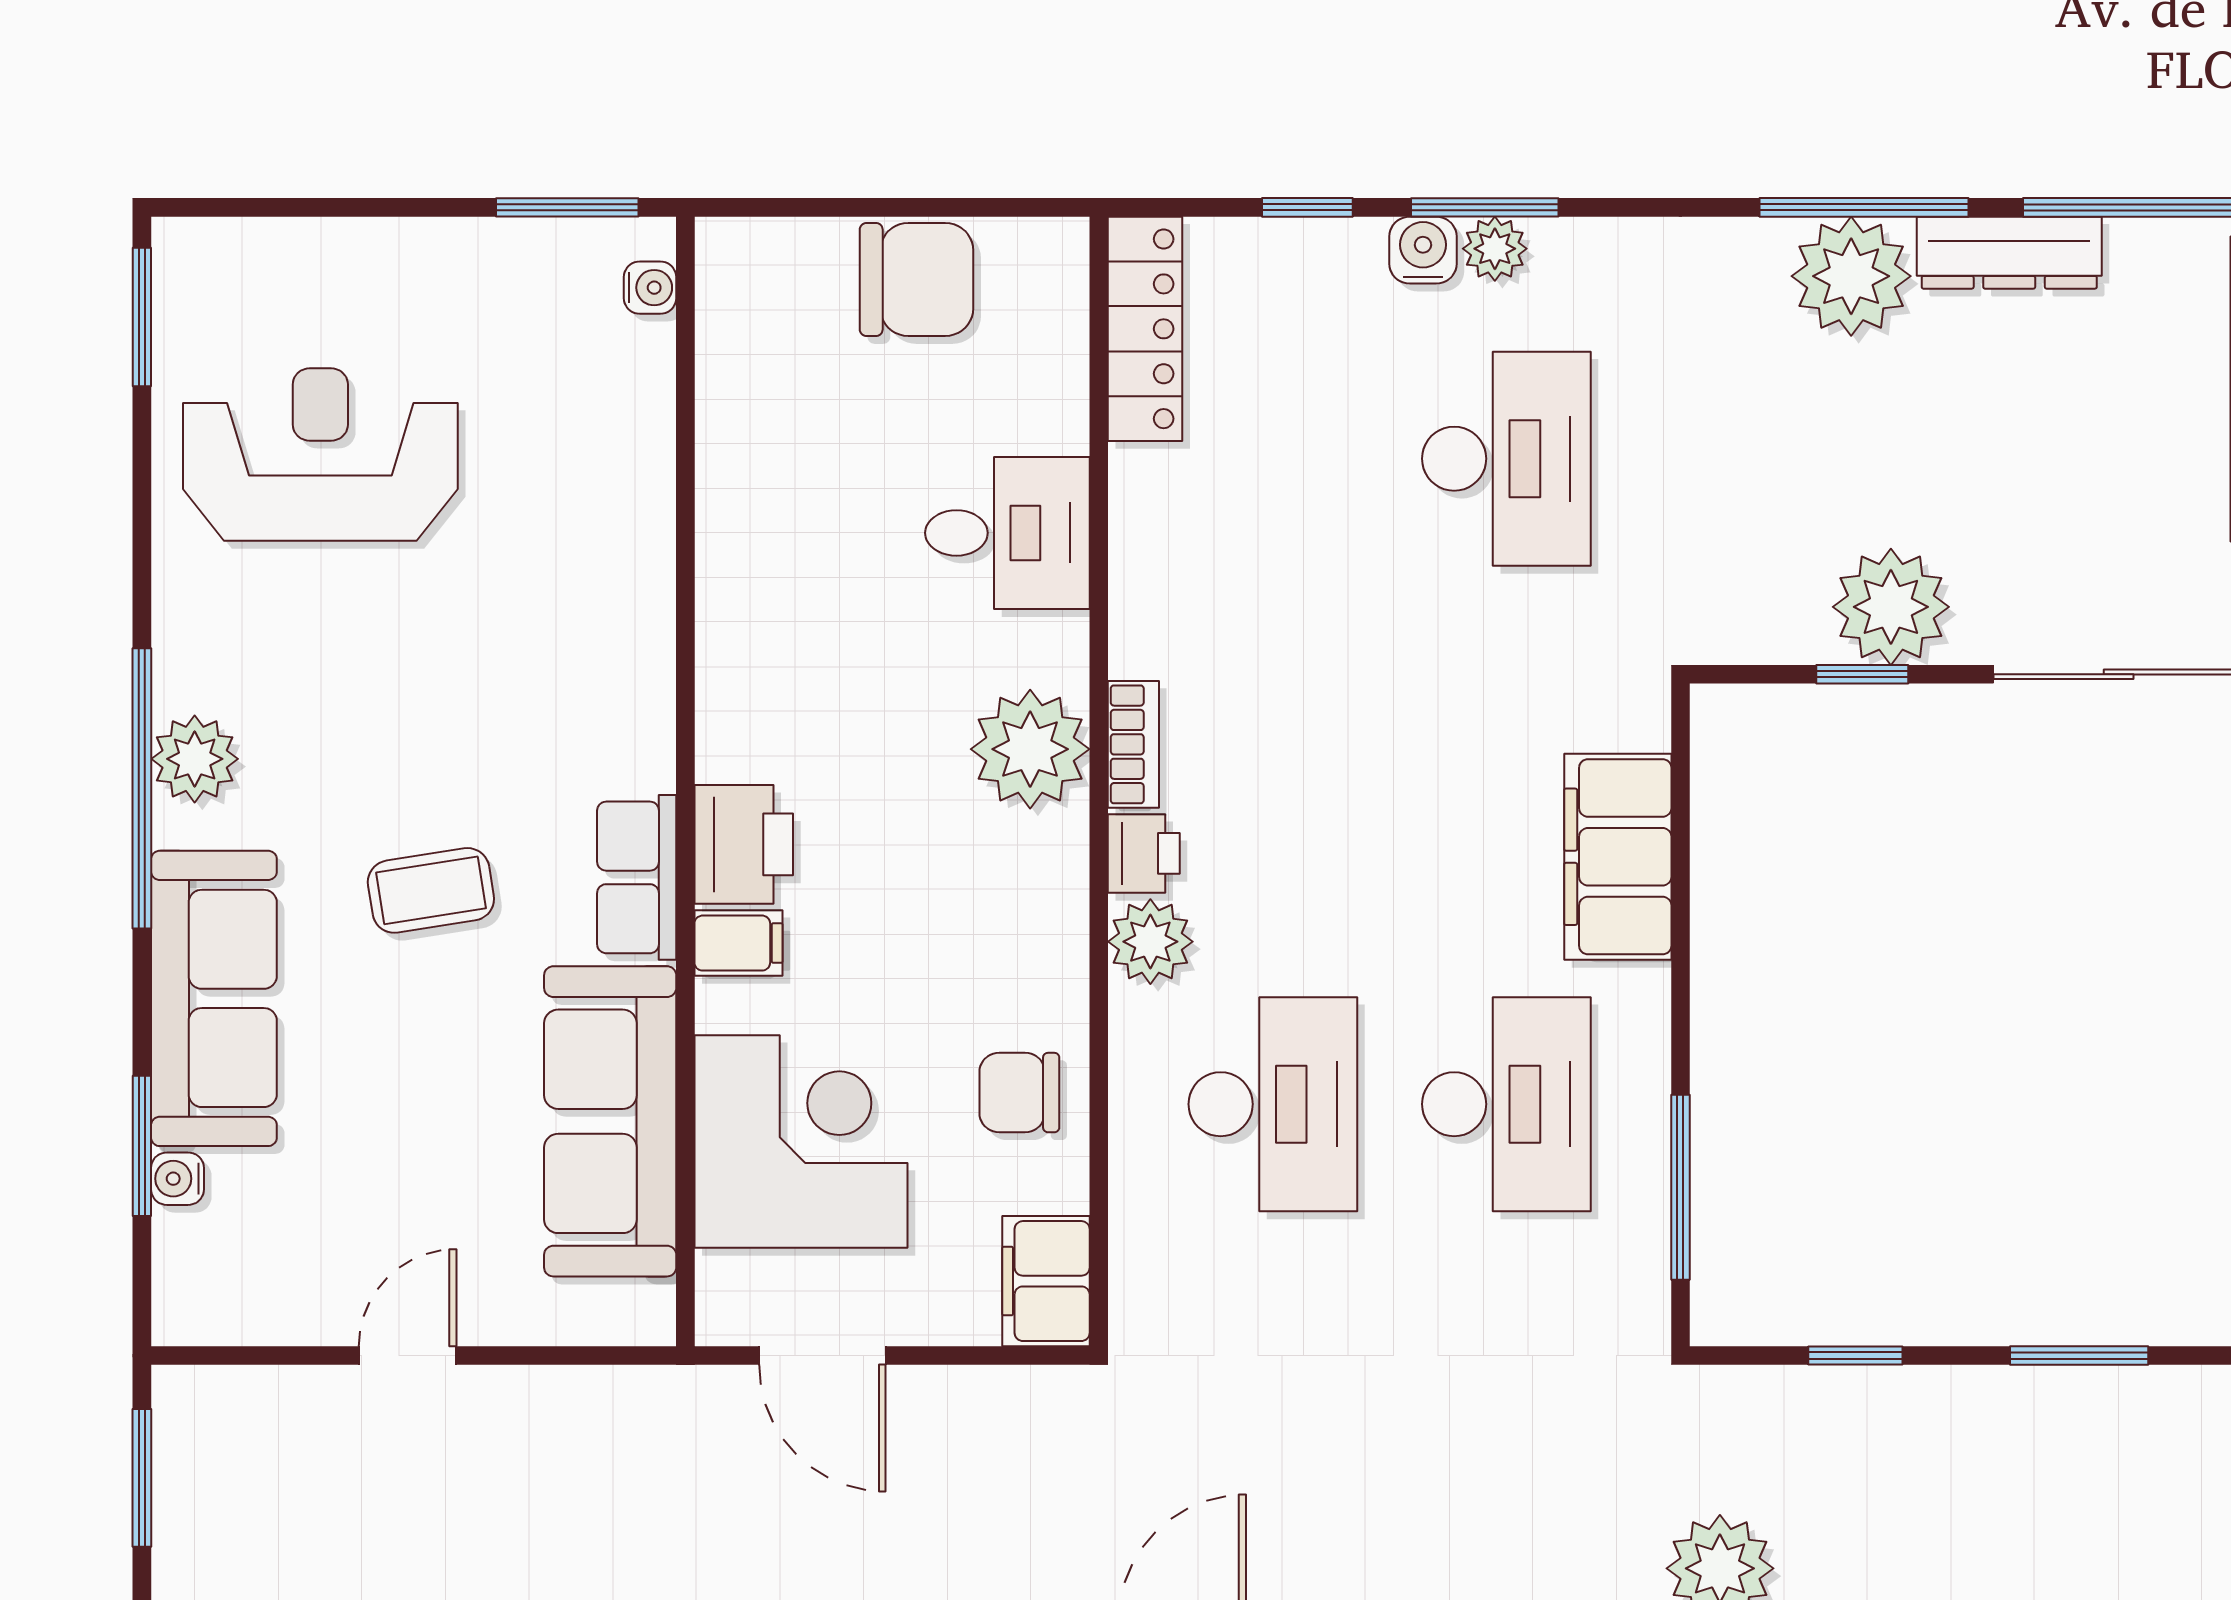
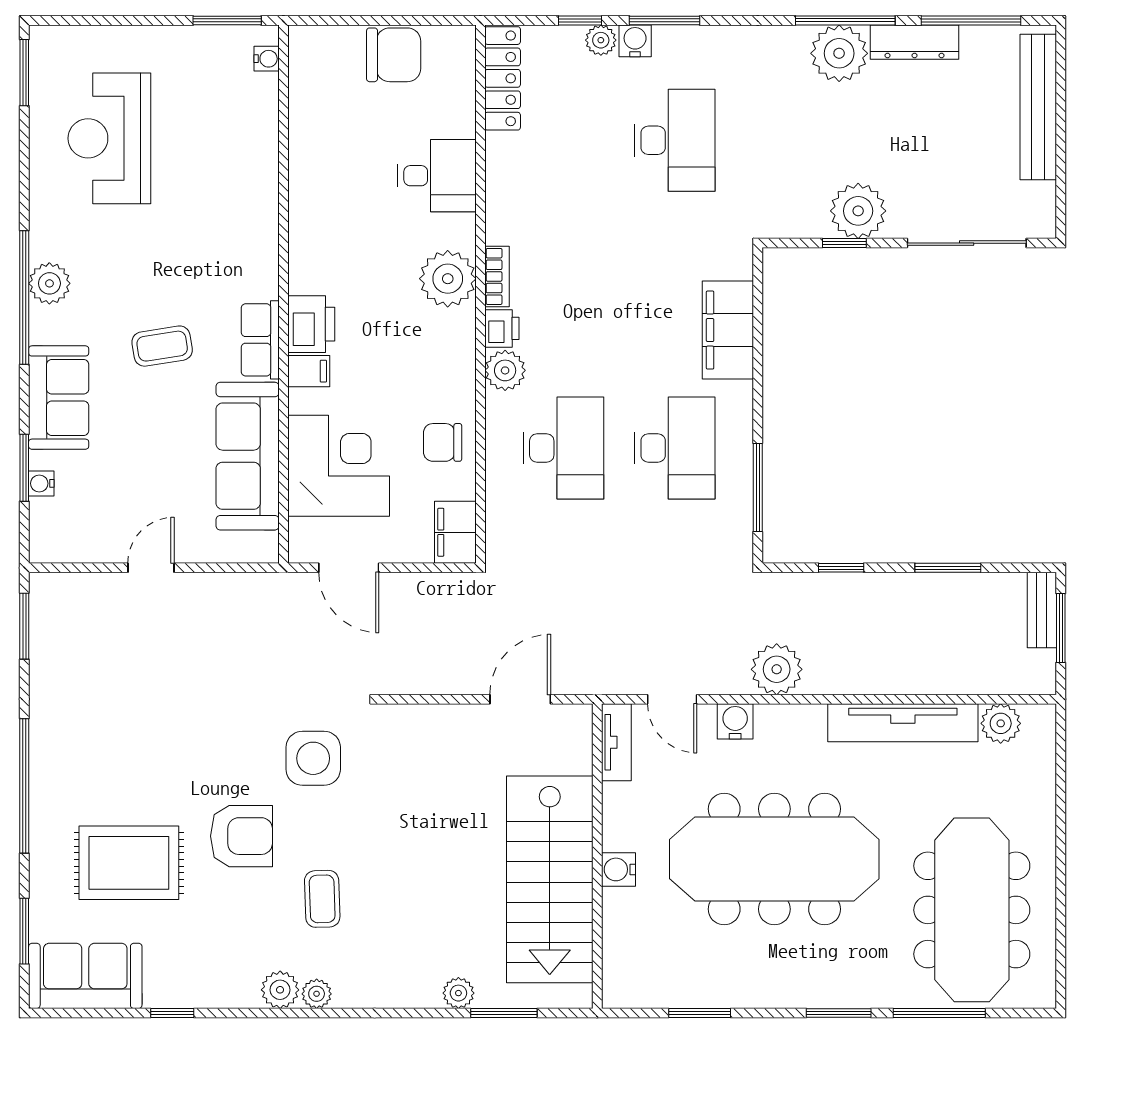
plant: (1495, 249) -> (601, 40), moved
reception desk: (320, 455) -> (109, 138), turned -90
sofa: (214, 998) -> (59, 398), width x0.73

